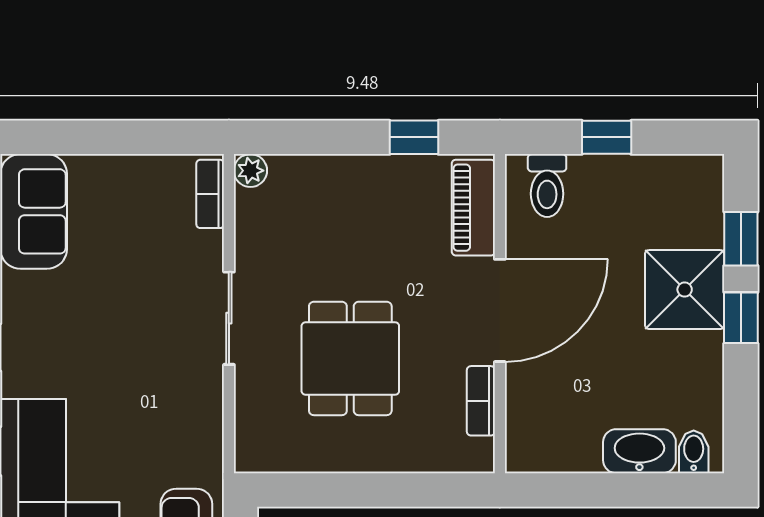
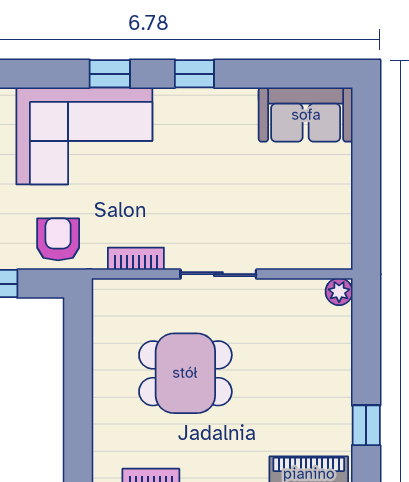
bookcase: (210, 194) -> (136, 259), moved

